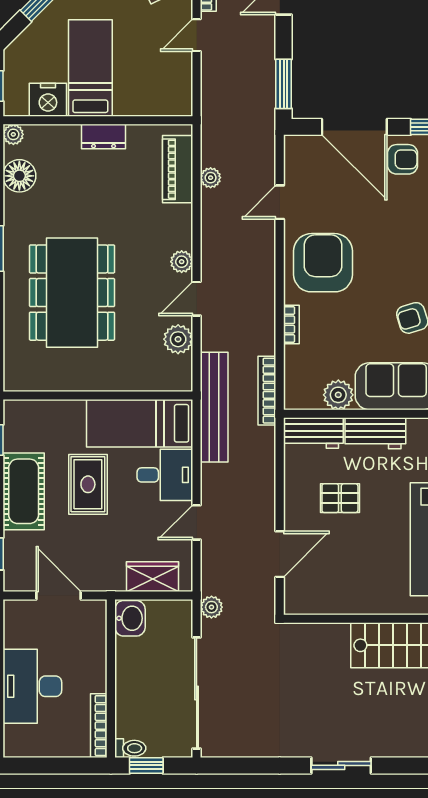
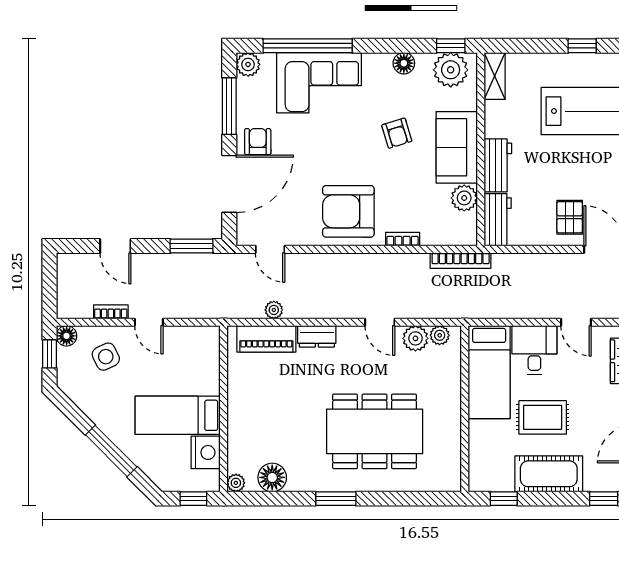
dresser: (104, 136) -> (317, 336), moved, turned 90
door: (280, 202) -> (270, 249), moved
plant: (182, 262) -> (440, 335), moved
bench: (214, 407) -> (475, 307), removed
pallet: (340, 498) -> (570, 217), moved

